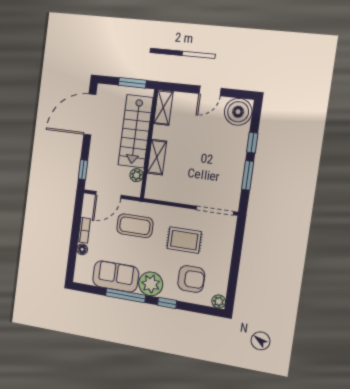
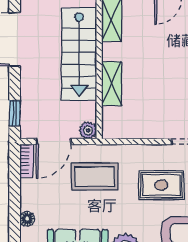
plant: (136, 175) -> (88, 130), moved
bookcase: (84, 230) -> (27, 161), moved

